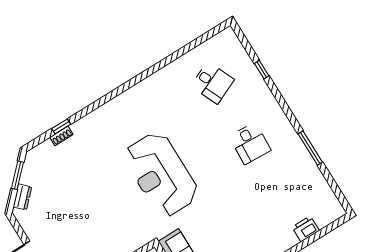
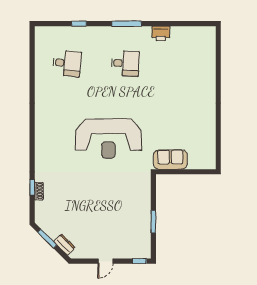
desk: (212, 83) -> (67, 63), turned 30
window: (310, 148) -> (127, 24), moved
printer: (306, 229) -> (161, 33), moved, turned -90

